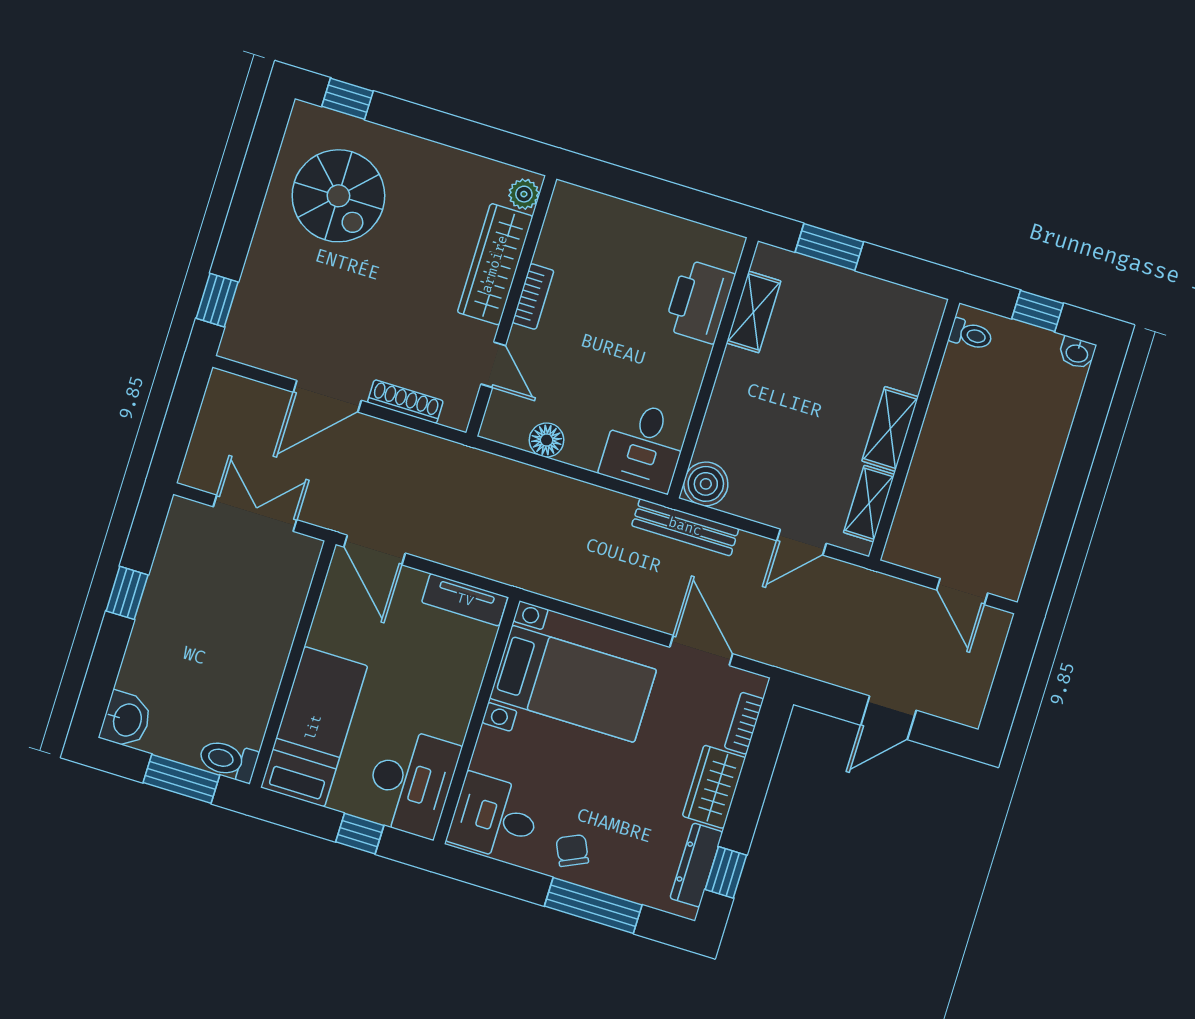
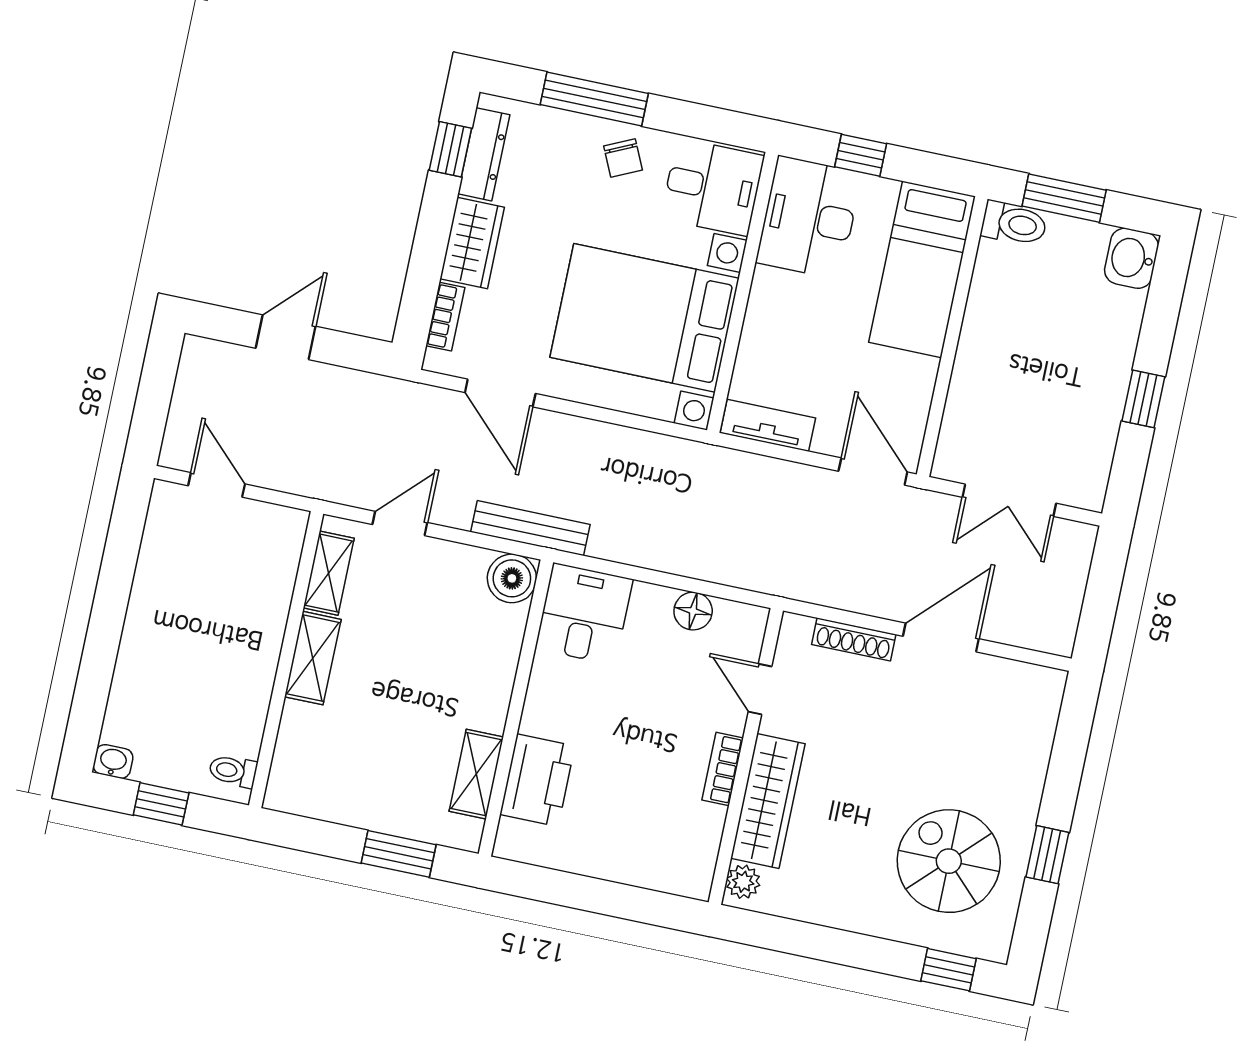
window: (217, 300) -> (1047, 855), moved
bed with nightstands: (573, 684) -> (644, 318), width x1.36

